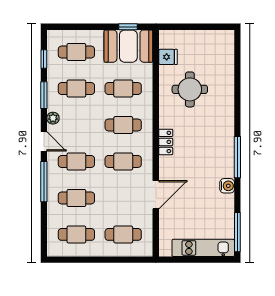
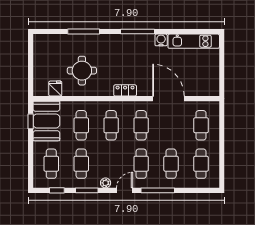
door: (156, 195) -> (168, 99), width x1.36
window: (237, 232) -> (84, 32), moved
kitchen unit: (203, 248) -> (194, 41), moved, turned -90

